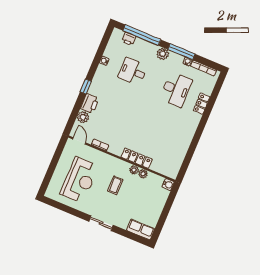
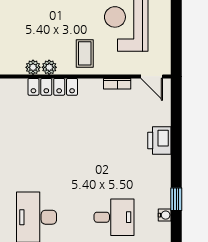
window: (86, 87) -> (176, 199), moved
plant: (83, 117) -> (161, 115), removed
coffee table: (115, 185) -> (85, 53), moved

